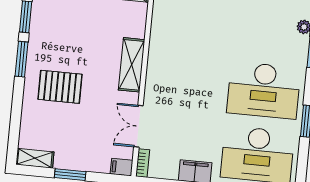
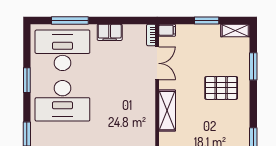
window: (21, 59) -> (253, 66), moved
desk: (264, 90) -> (62, 101), turned 180

